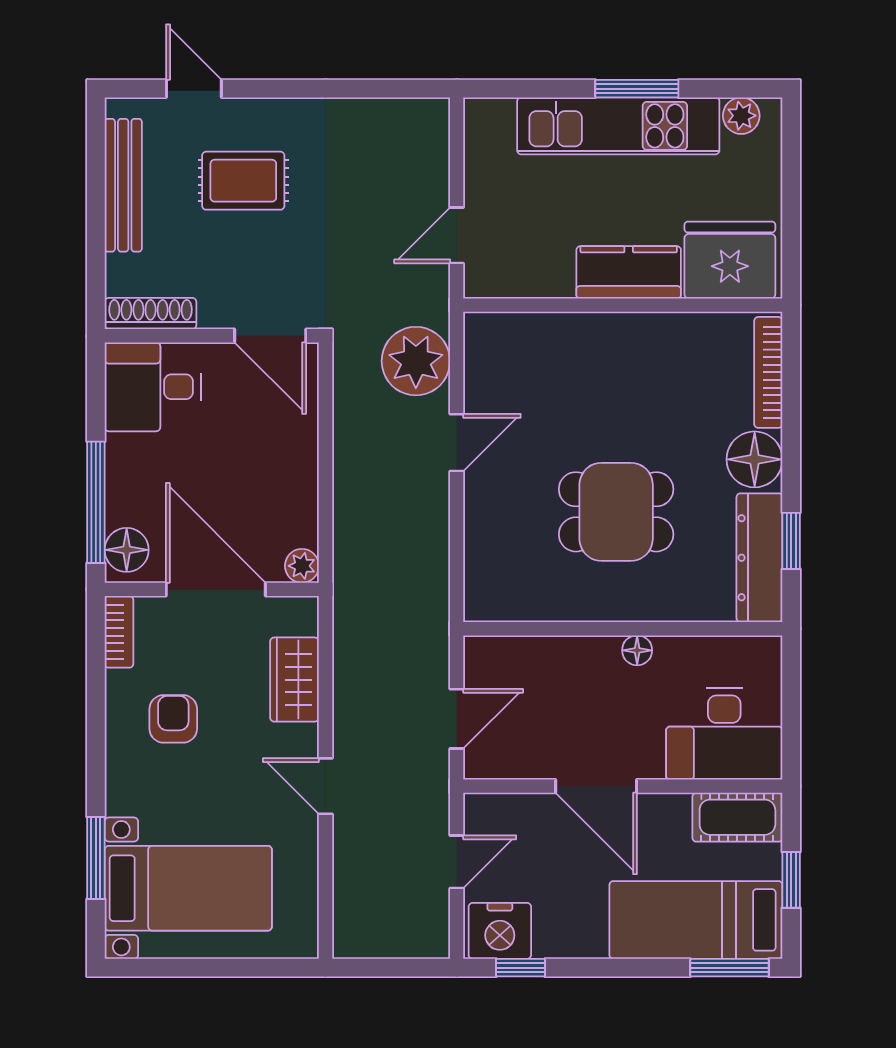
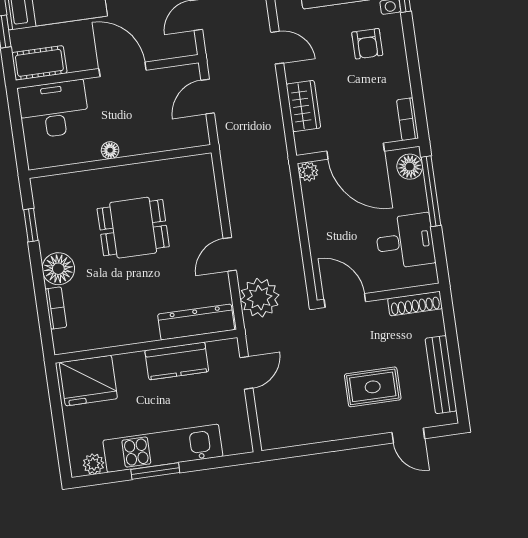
kitchen counter: (629, 272) -> (177, 361), moved
bookcase: (768, 372) -> (56, 308), width x0.64
desk: (153, 387) -> (405, 241), moved
dresser: (759, 558) -> (196, 322), moved, turned -90
armchair: (173, 719) -> (367, 44), moved

